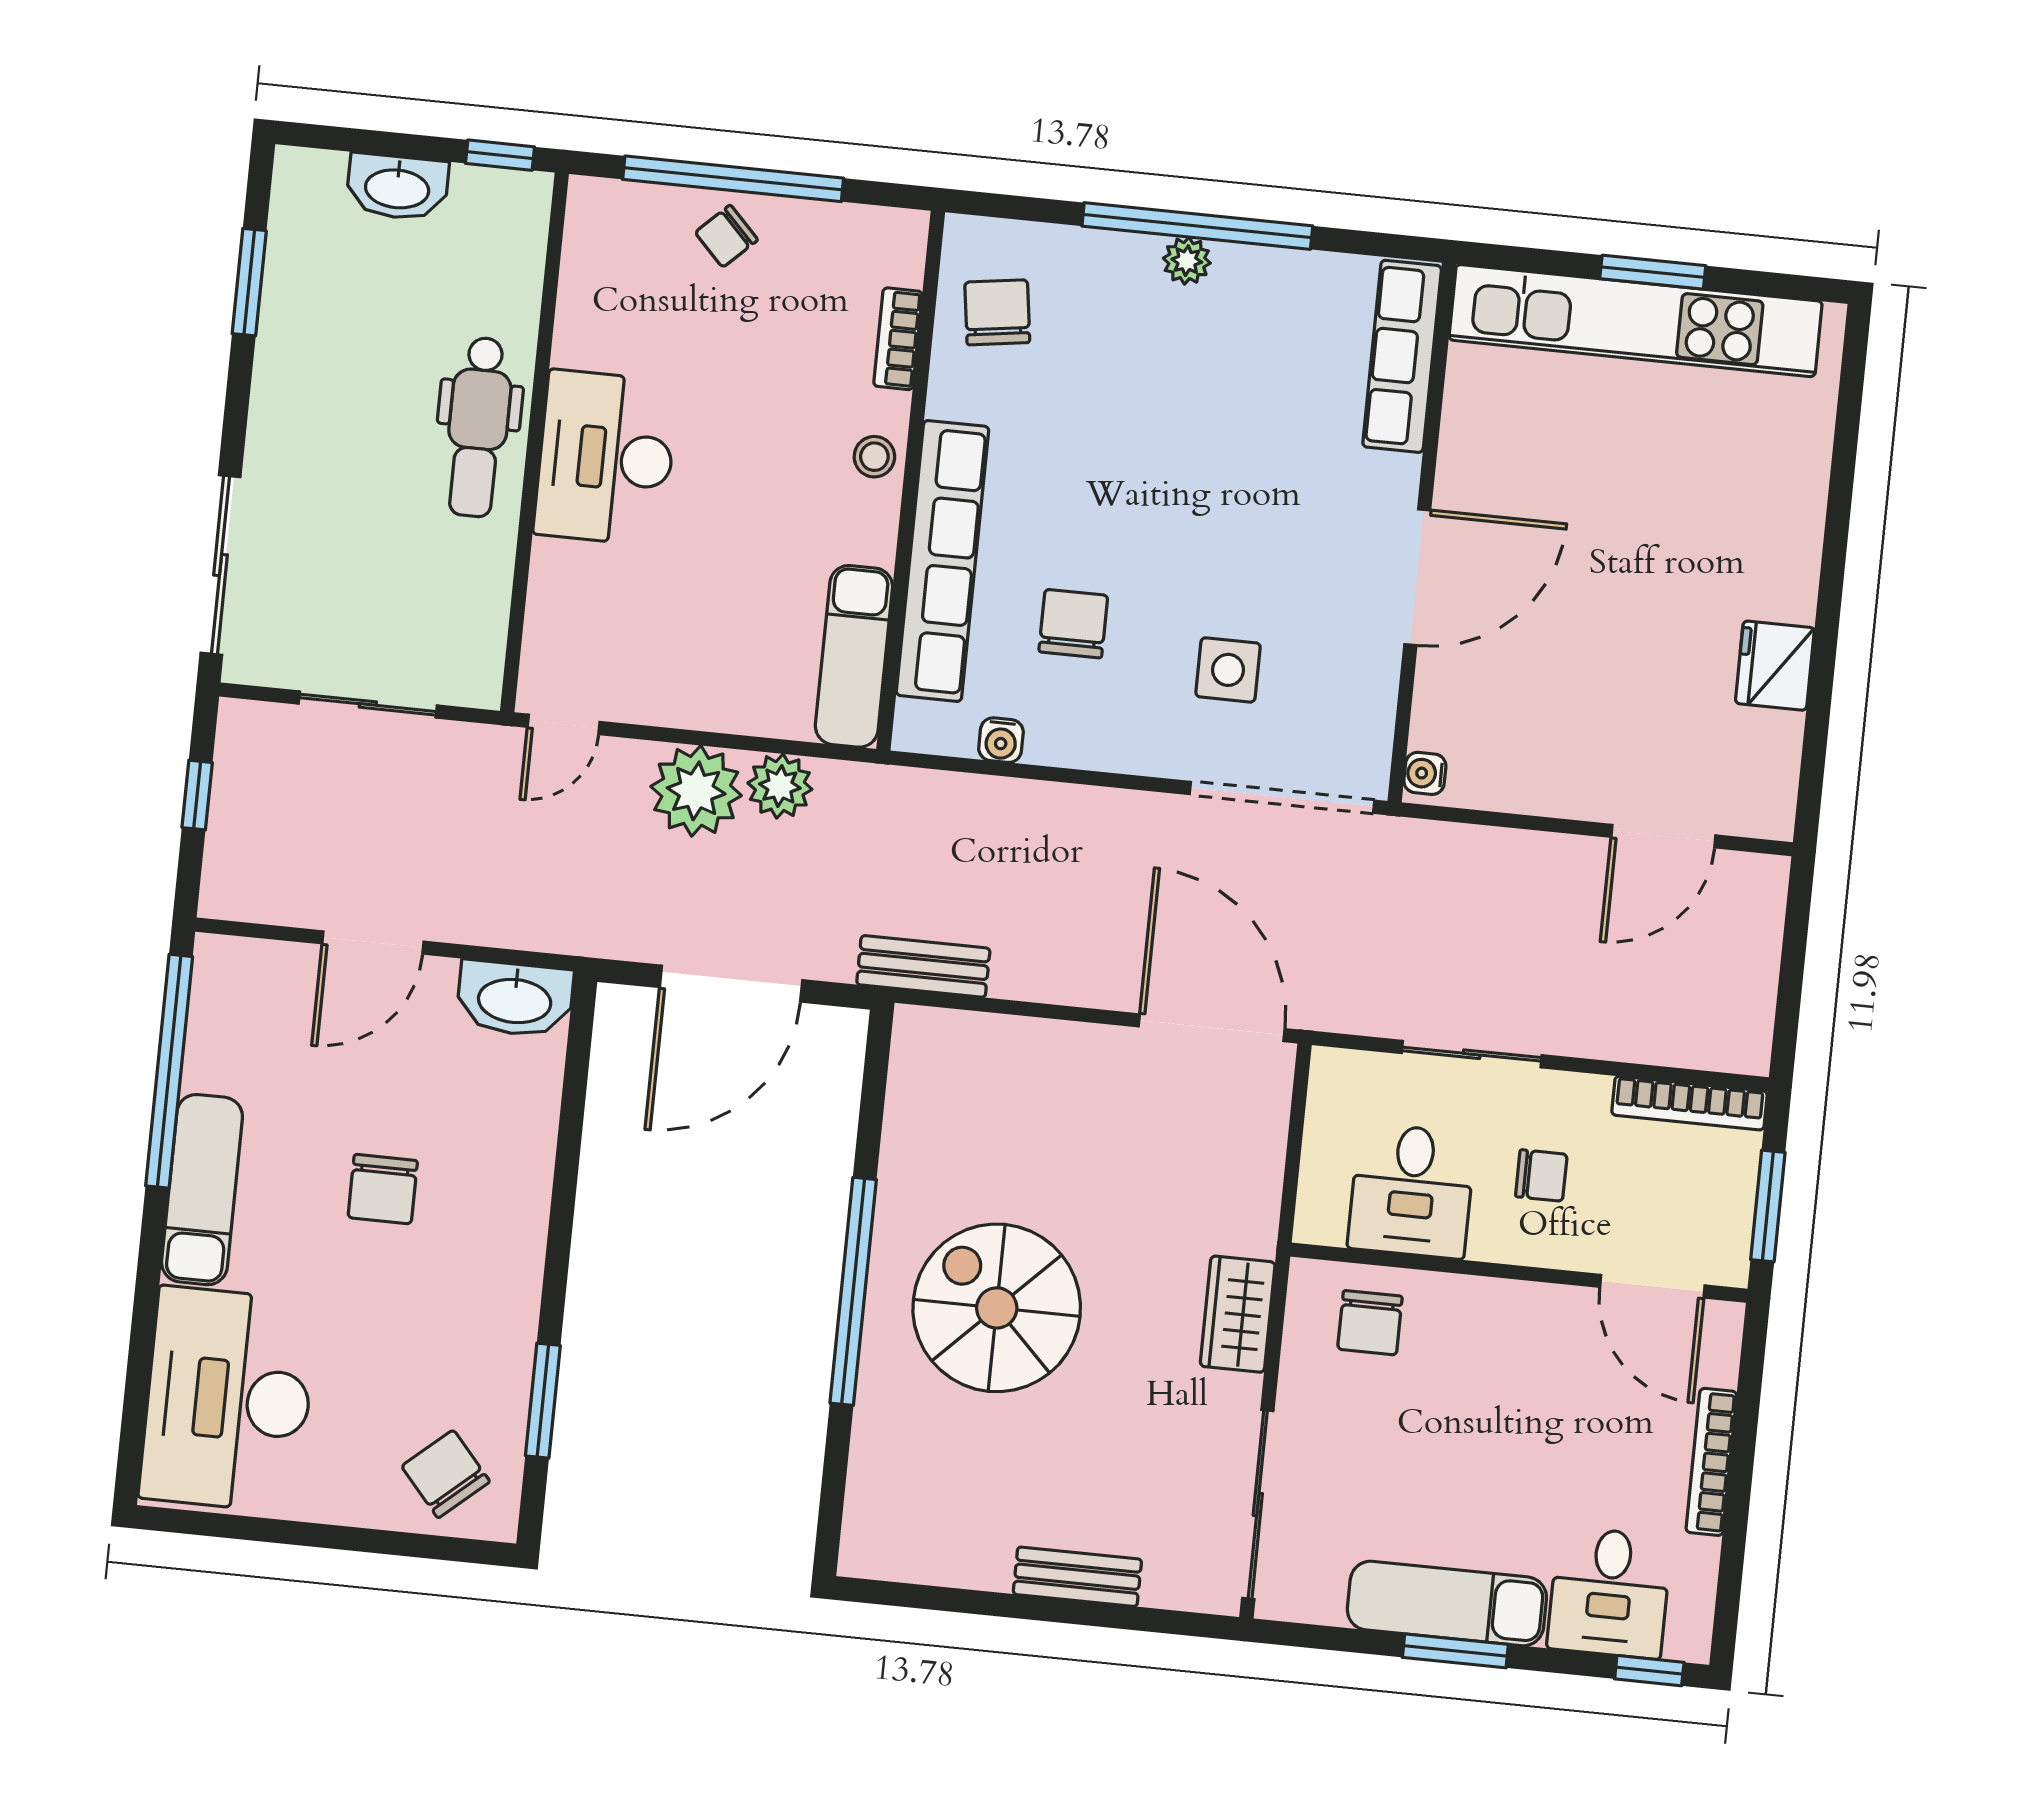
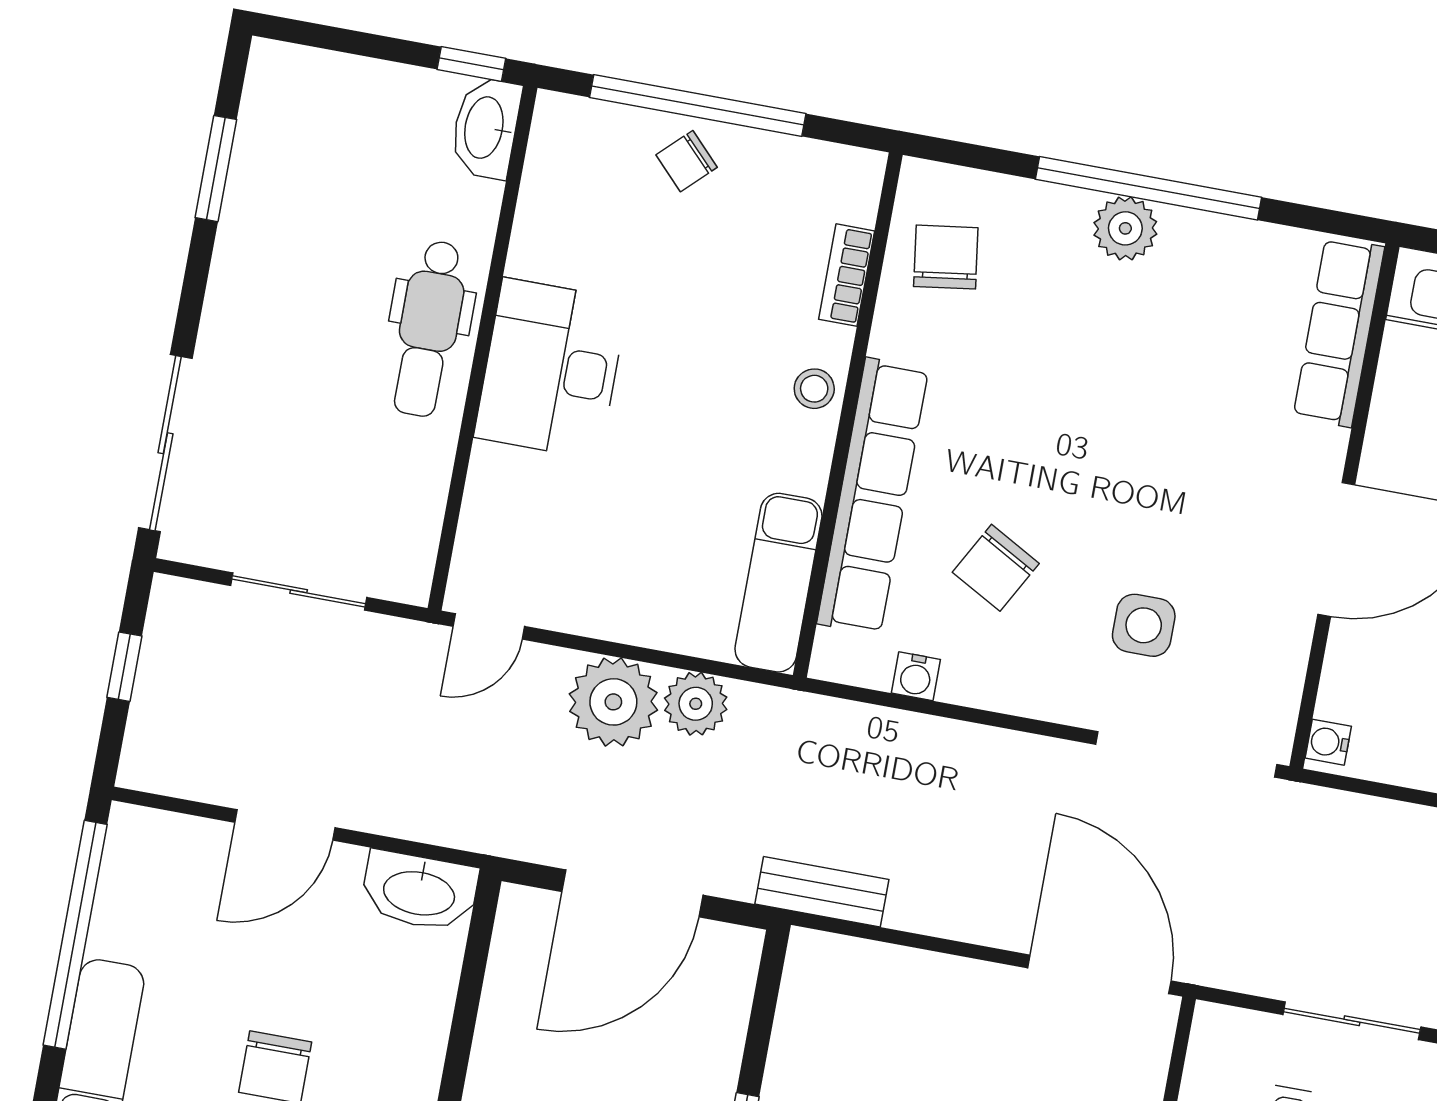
washbasin: (397, 187) -> (486, 128), moved, turned 90
plant: (1187, 261) -> (1125, 228), width x1.38, depth x1.38
chair: (1073, 624) -> (996, 568), turned -151

